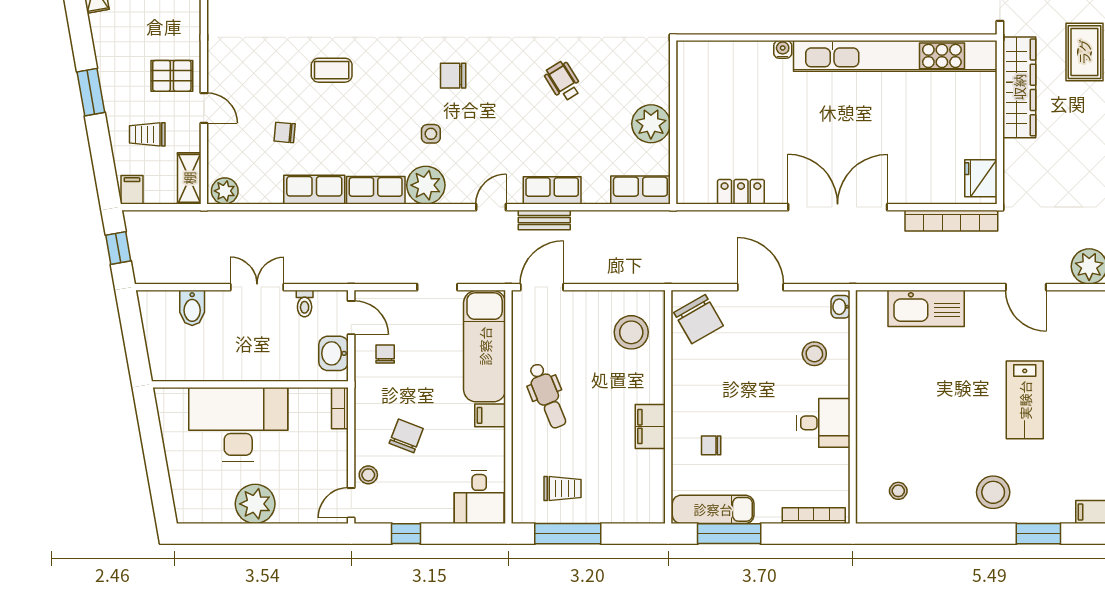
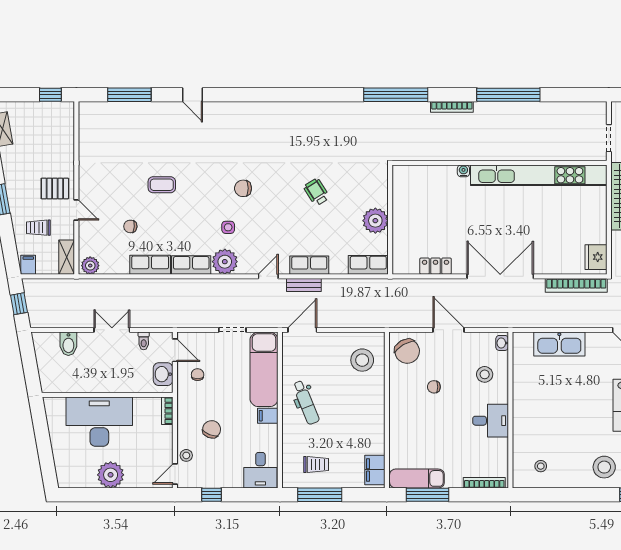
filing cabinet: (650, 427) -> (375, 470), moved
chair: (711, 445) -> (434, 387), moved

